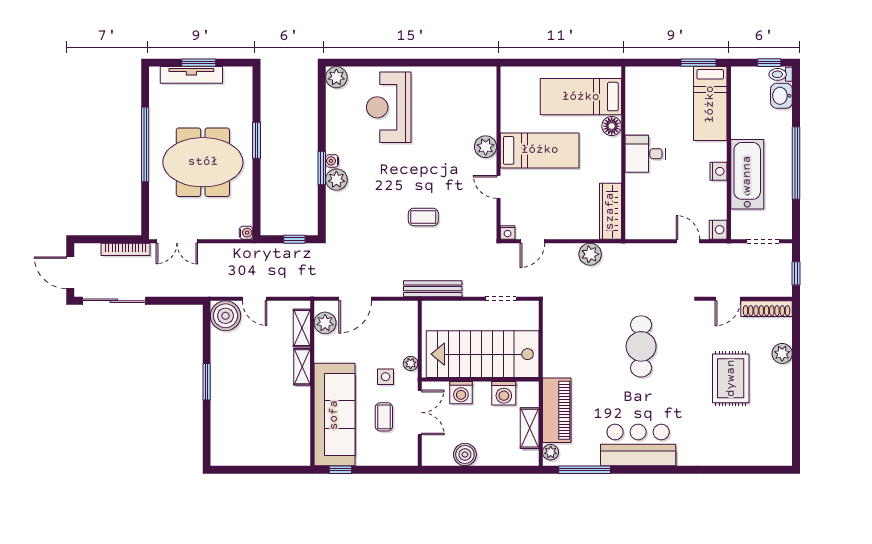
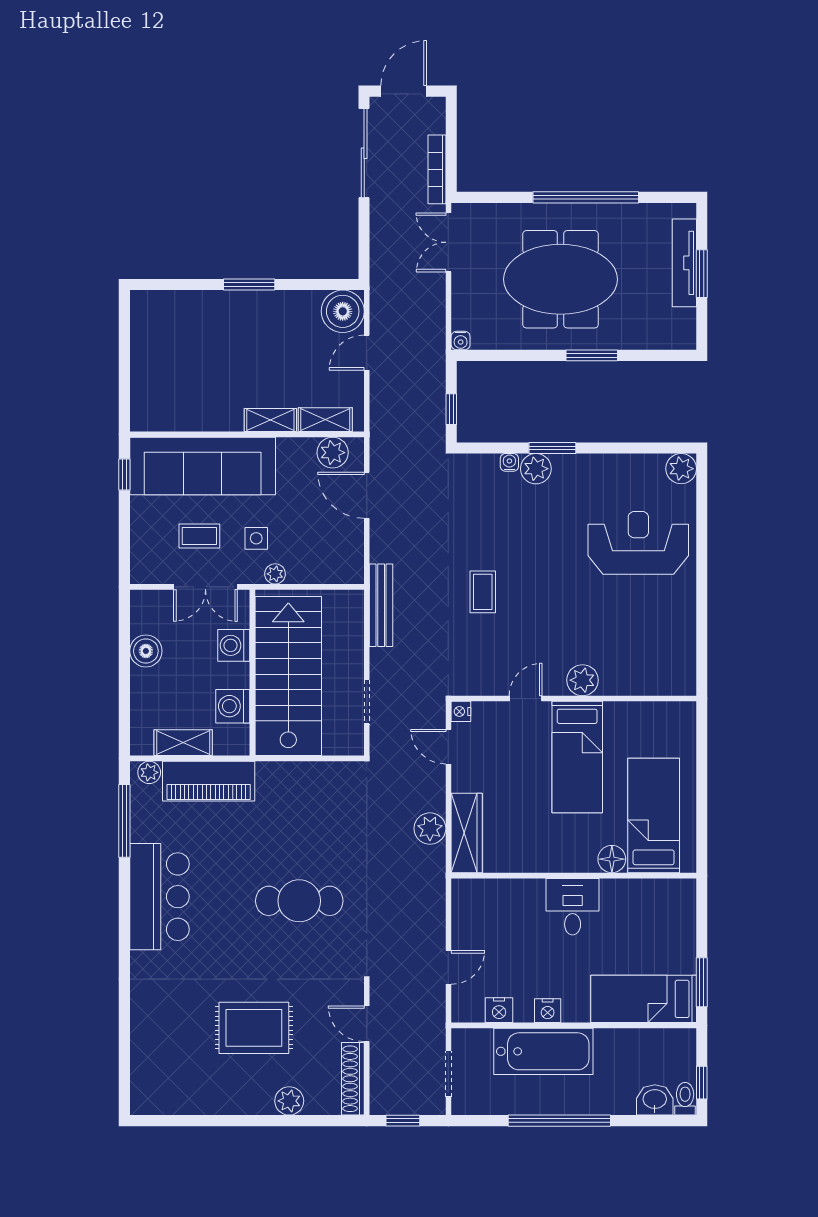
water cooler: (332, 161) -> (509, 462), moved
meeting table: (203, 162) -> (560, 279), turned 90
wardrobe: (610, 211) -> (467, 833), moved, turned 90
nightstand: (718, 230) -> (499, 1010), moved

